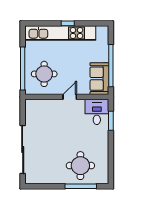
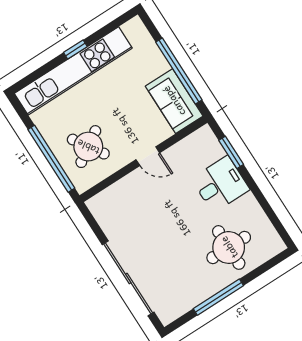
round table: (44, 74) -> (88, 147), turned -33
door: (70, 97) -> (148, 156), swing flipped
desk: (97, 112) -> (220, 184), moved, turned 90
window: (81, 186) -> (218, 297), moved

